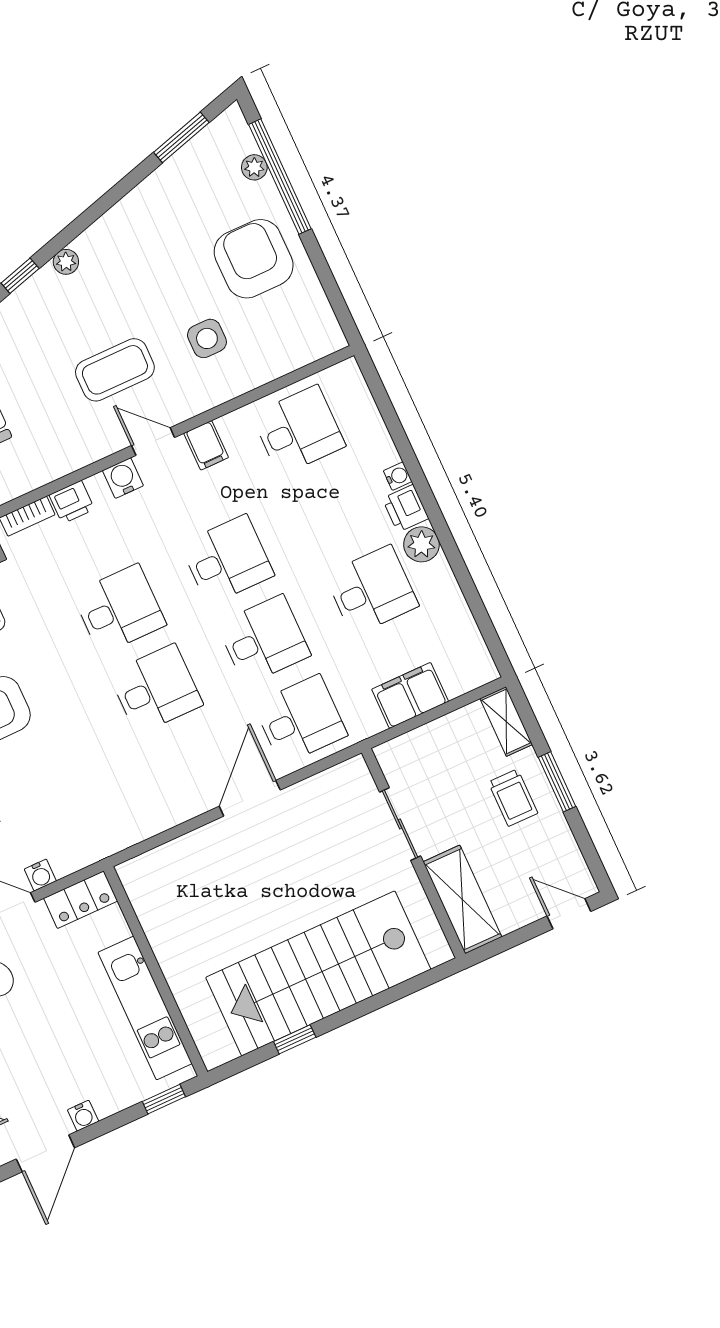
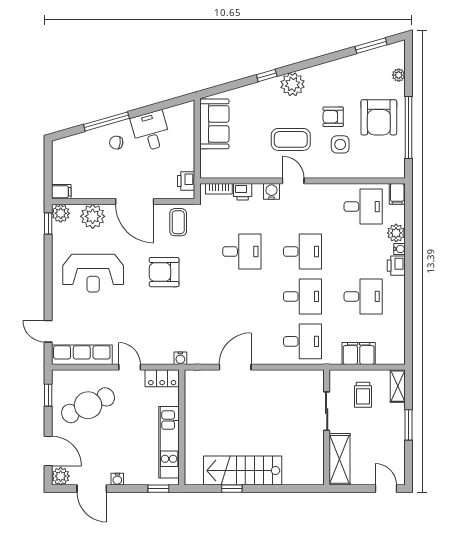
window: (280, 177) -> (409, 127), moved
armchair: (254, 259) -> (379, 117), turned 180
plant: (66, 262) -> (293, 84), width x1.88, depth x1.88
armchair: (172, 295) -> (333, 117), added
filing cabinet: (206, 445) -> (397, 194), moved
plant: (421, 544) -> (396, 233), moved
desk: (156, 689) -> (242, 296), removed
door: (250, 798) -> (235, 367), moved
trolley: (513, 798) -> (363, 395), moved
water cooler: (40, 875) -> (180, 358), moved
stairs: (318, 973) -> (243, 471), width x0.73, depth x0.66
door: (45, 1153) -> (92, 489), hinge flipped

